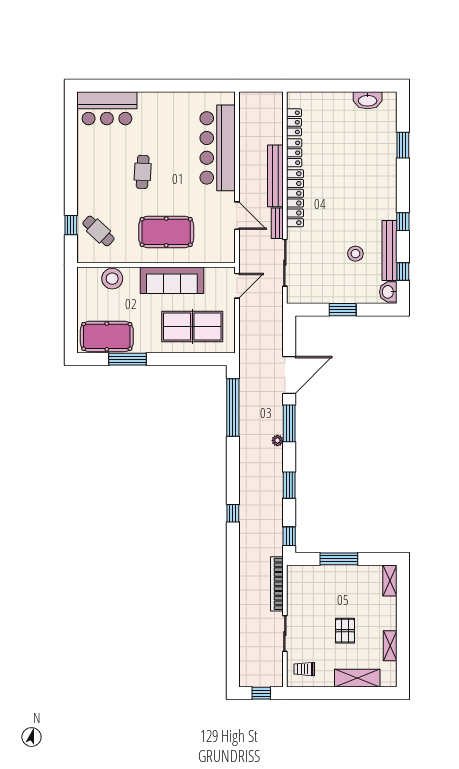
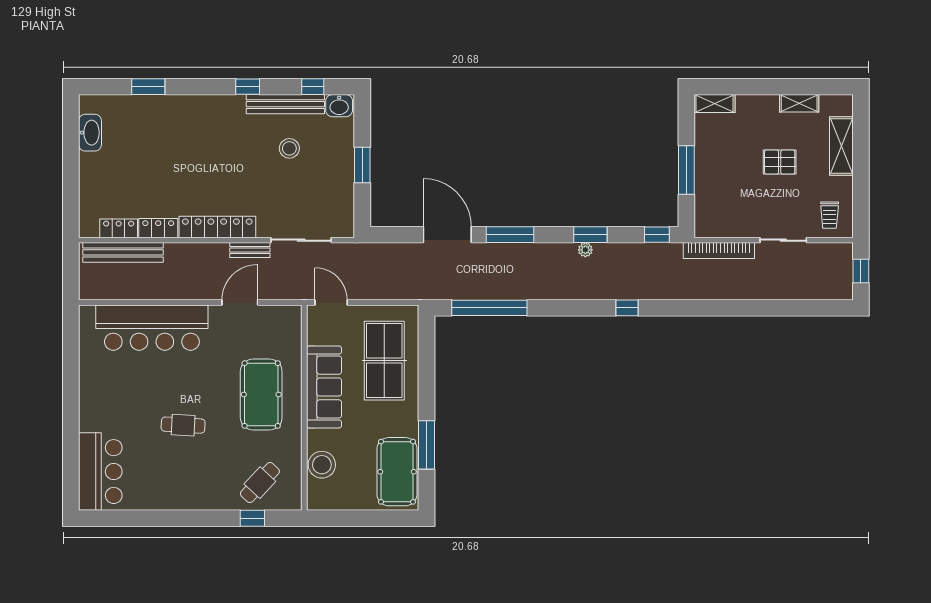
bench: (275, 176) -> (123, 252), moved
plant: (277, 440) -> (585, 250), moved

